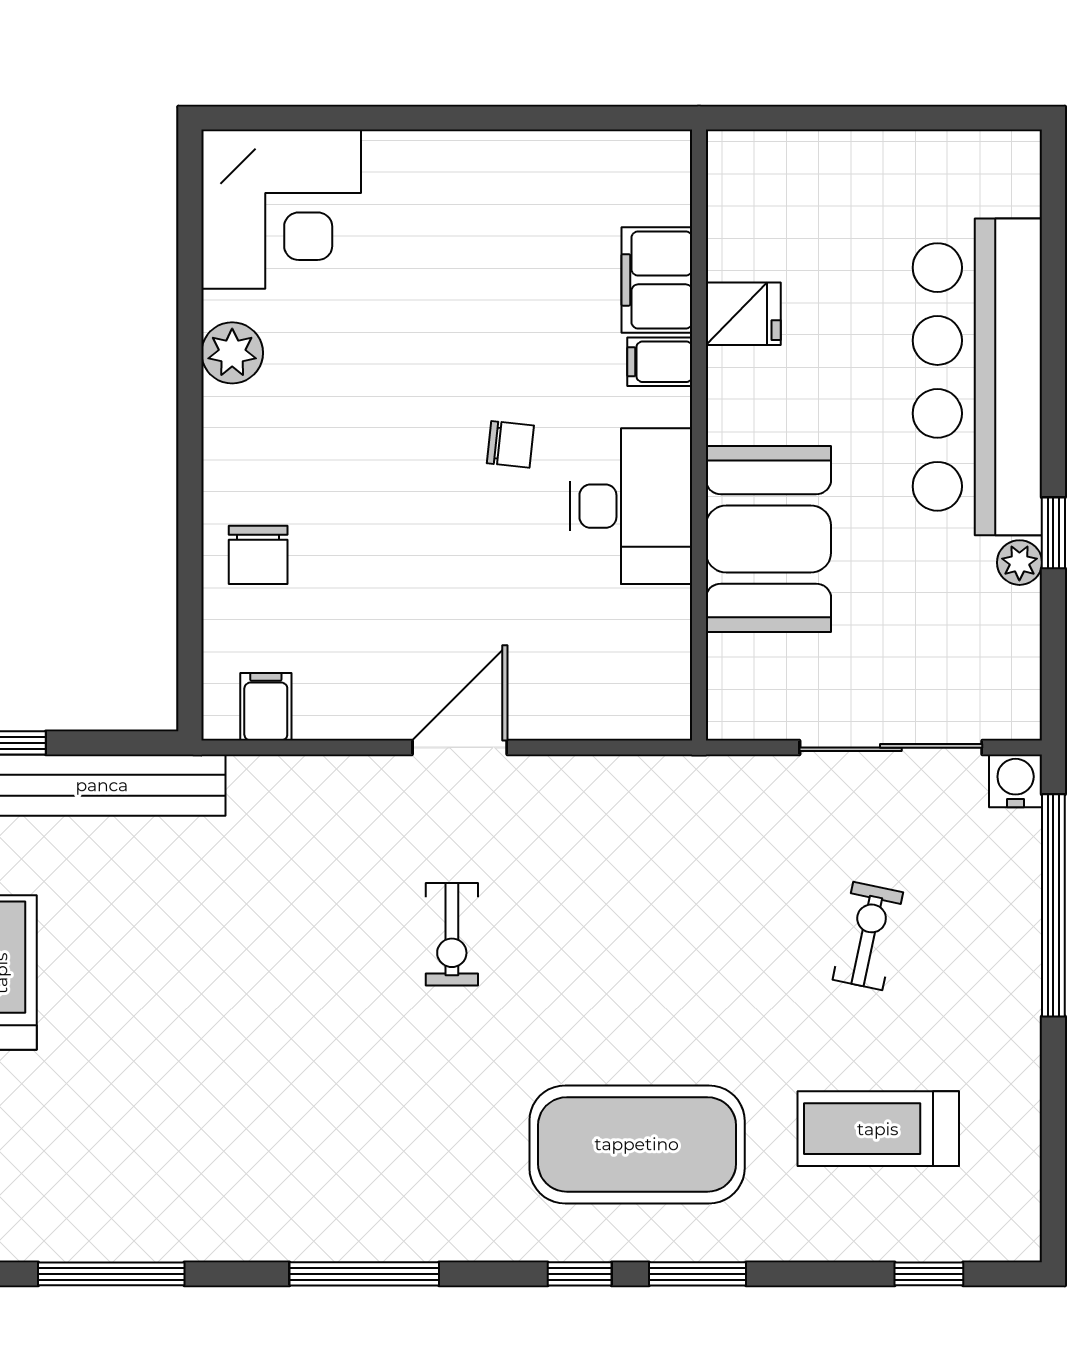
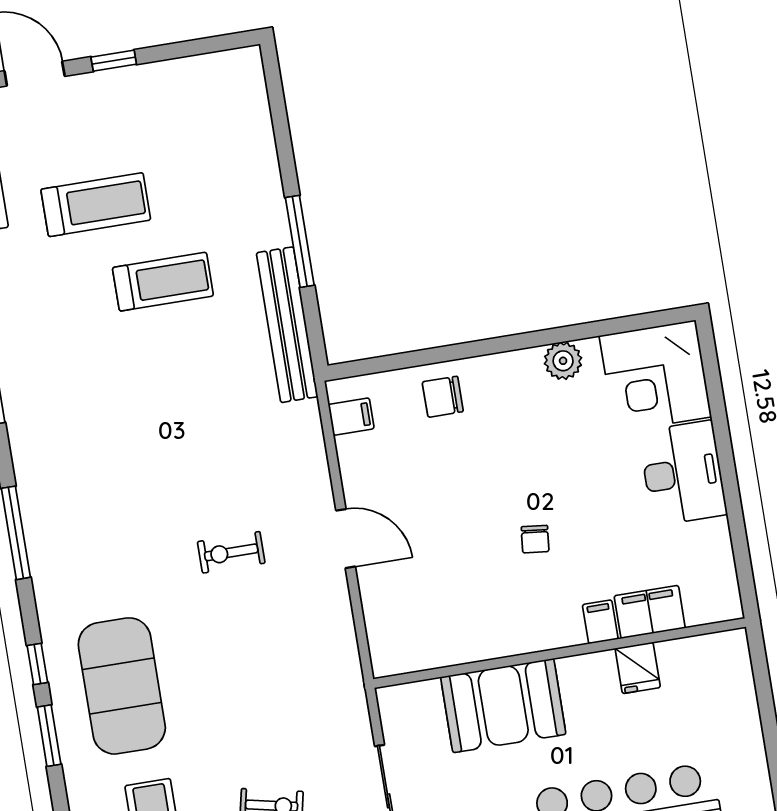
desk: (631, 506) -> (683, 473), moved, turned -90

